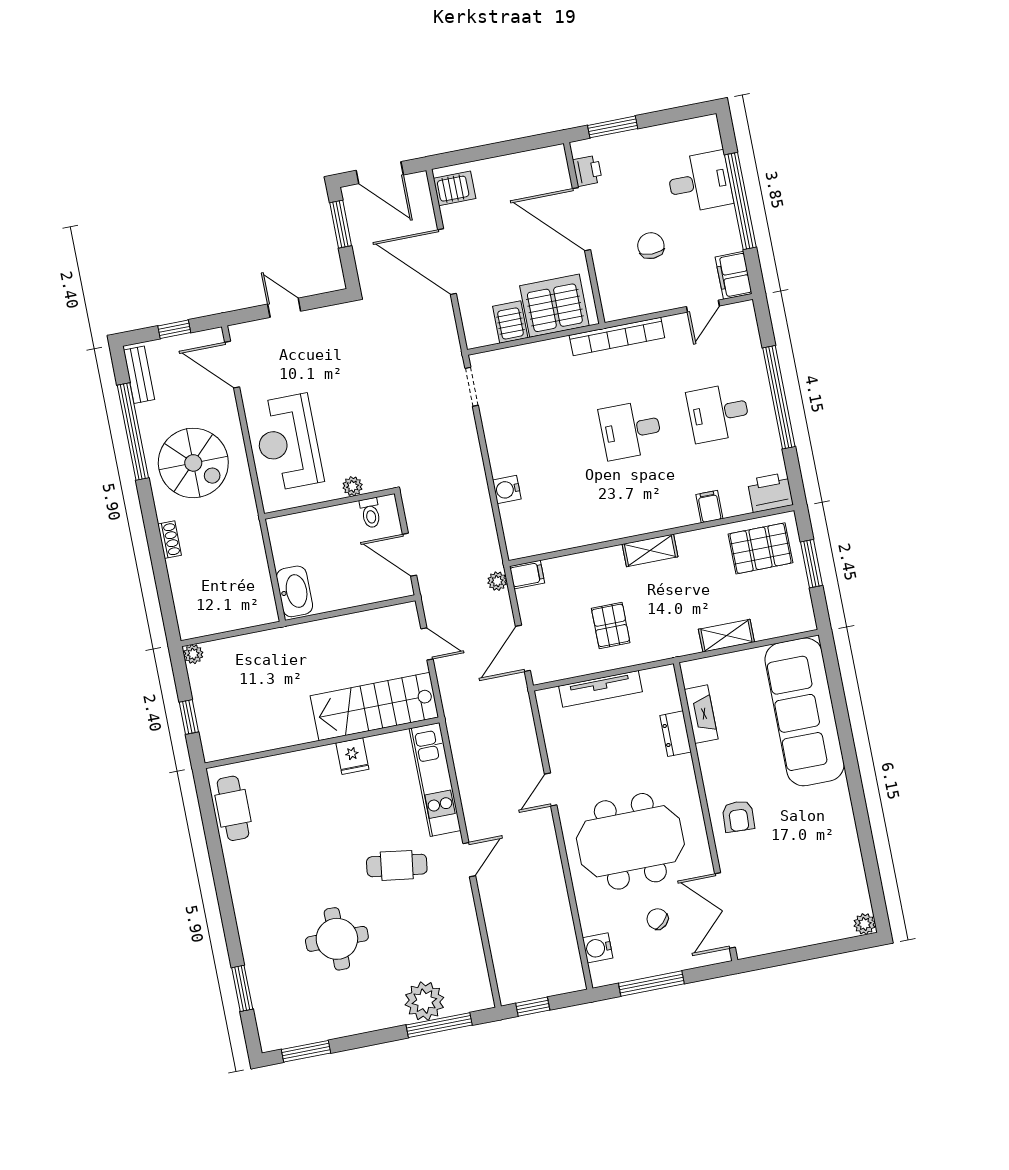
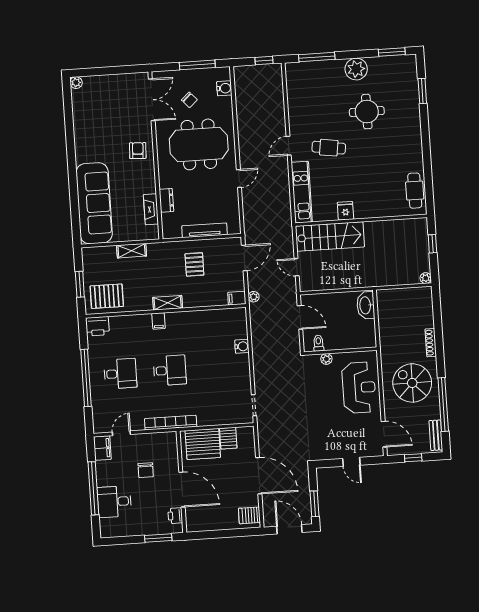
filing cabinet: (709, 507) -> (159, 321), moved
shoe rack: (169, 540) -> (431, 343), width x1.43
plant: (424, 1001) -> (356, 69), moved

